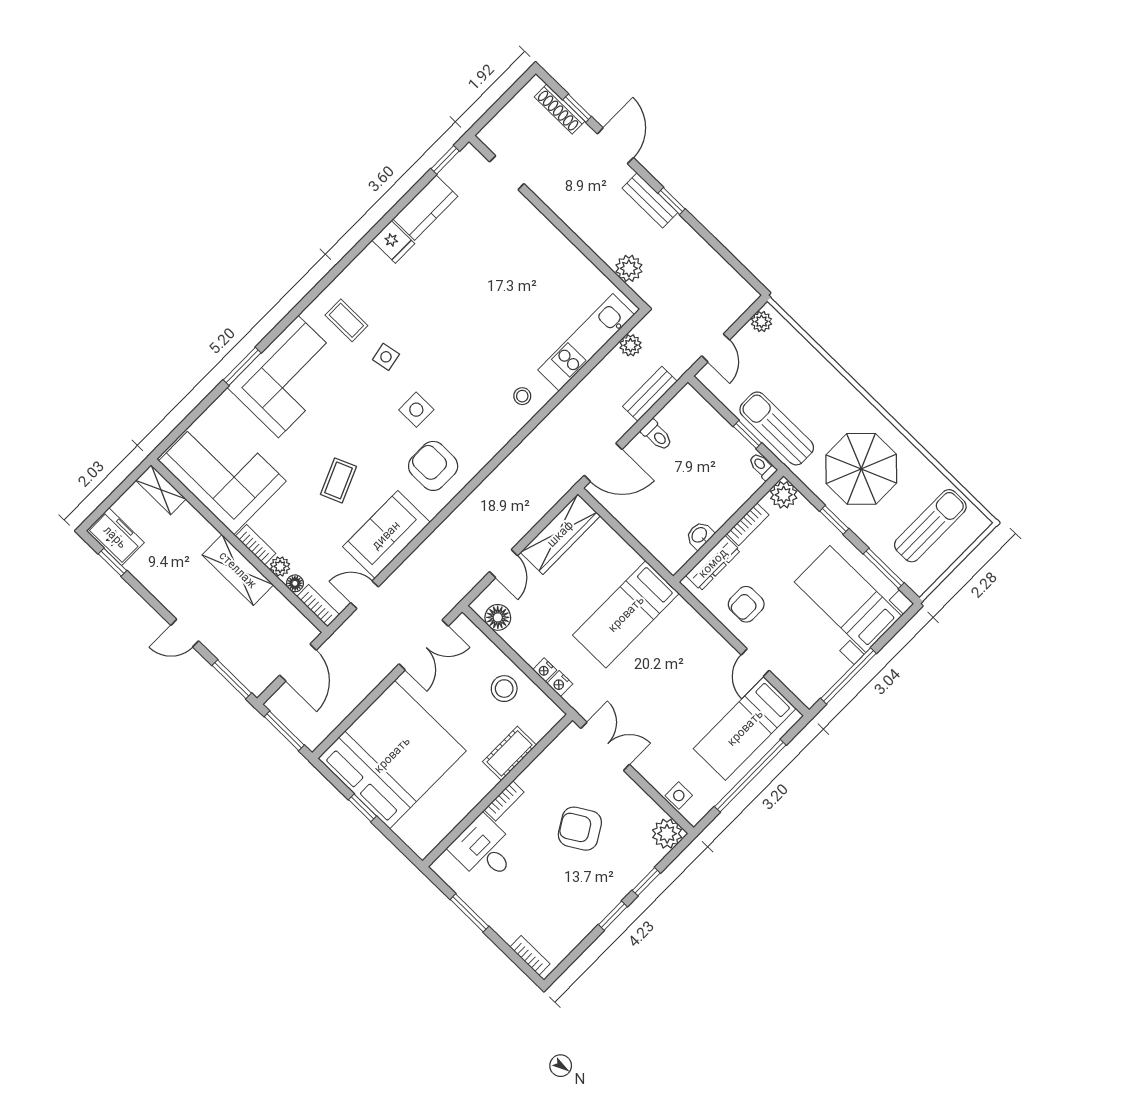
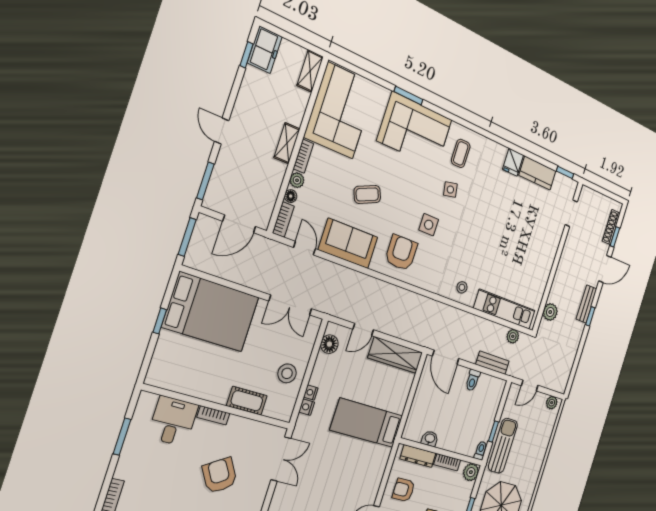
shelving: (238, 570) -> (287, 143), width x0.67, depth x0.75
bed: (392, 755) -> (211, 312), width x0.73

